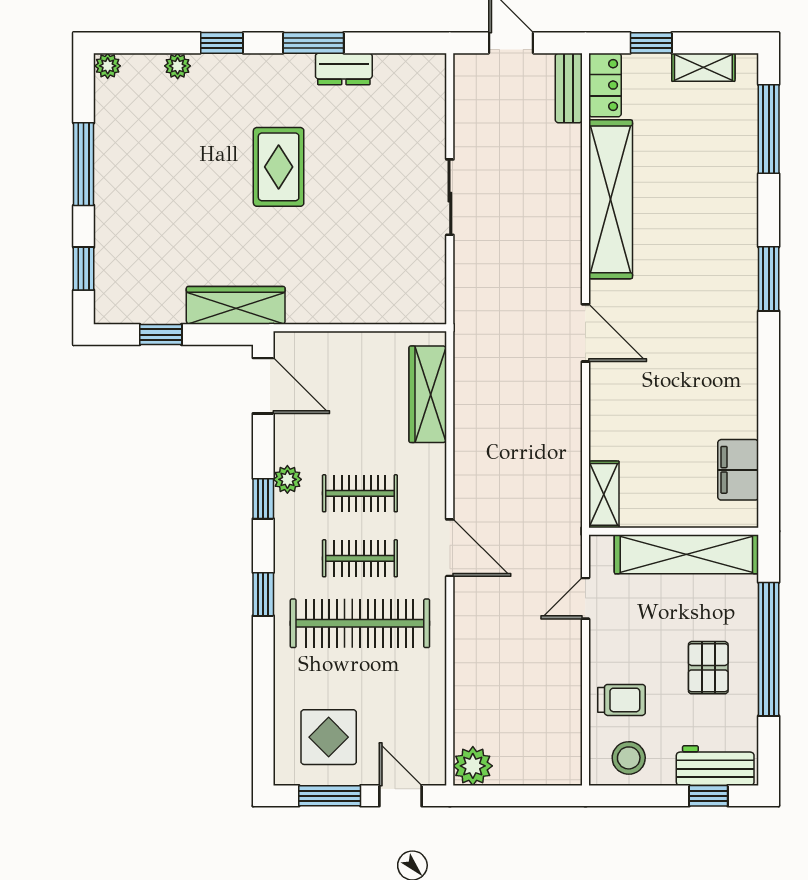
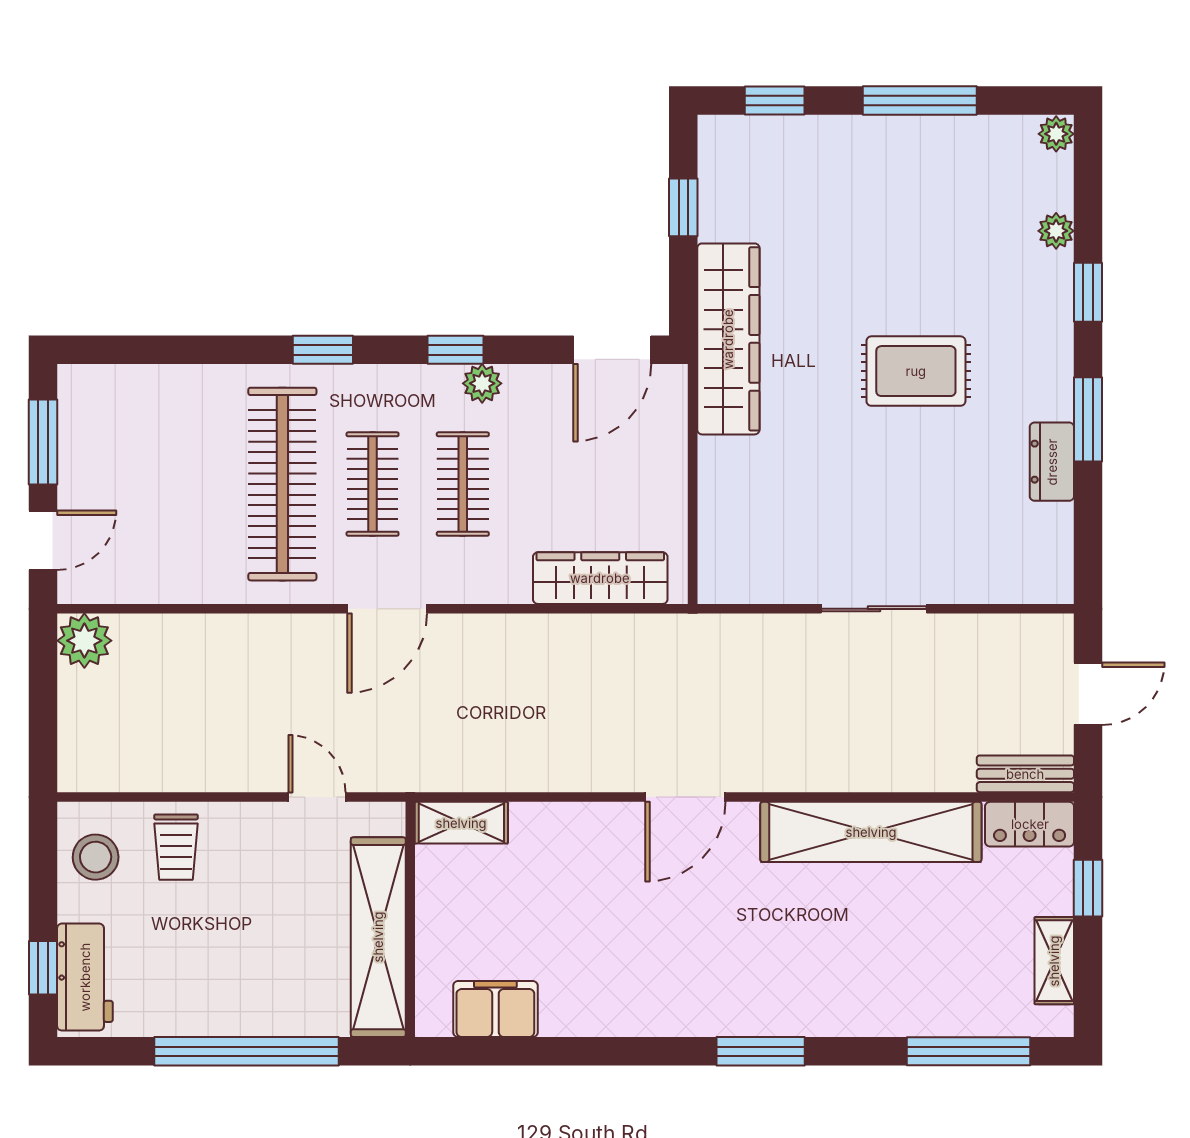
wardrobe: (236, 305) -> (728, 339), width x1.40, depth x1.17
pallet: (708, 668) -> (221, 967), removed
display table: (329, 737) -> (124, 441), removed

